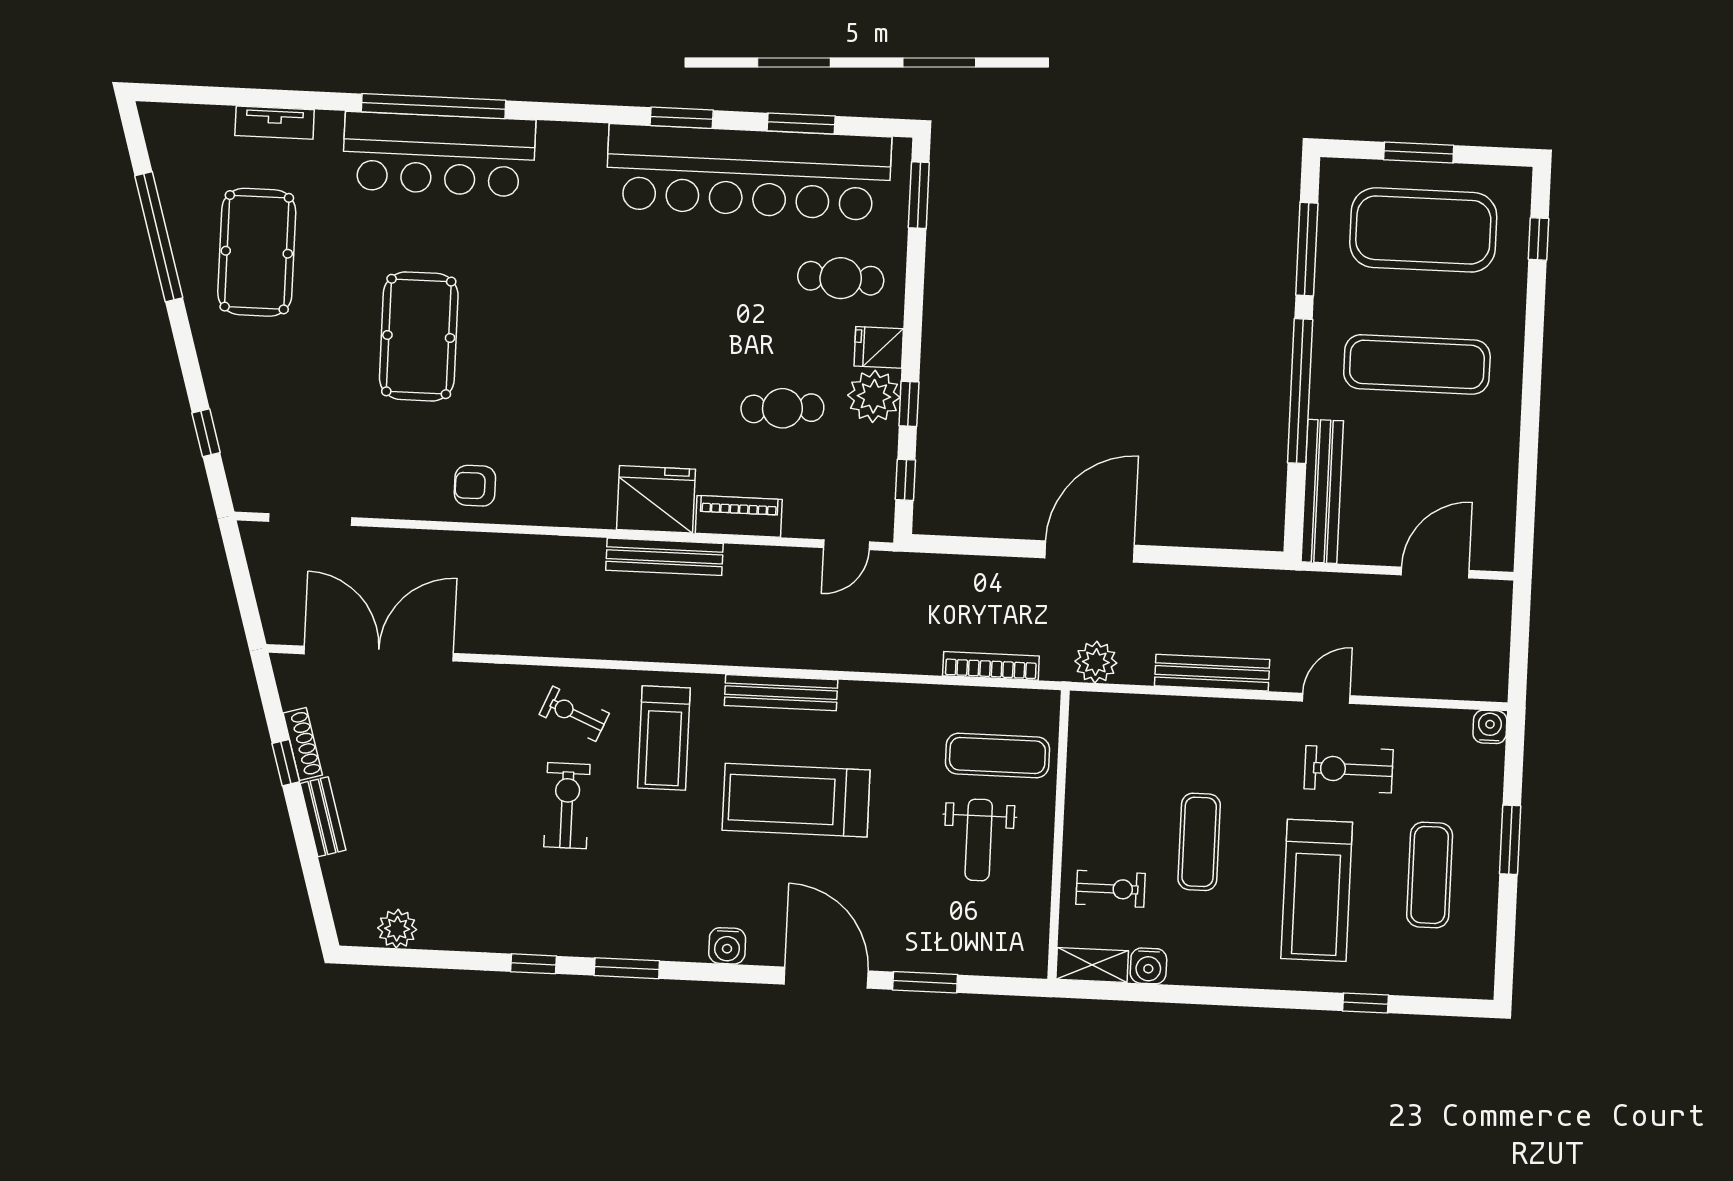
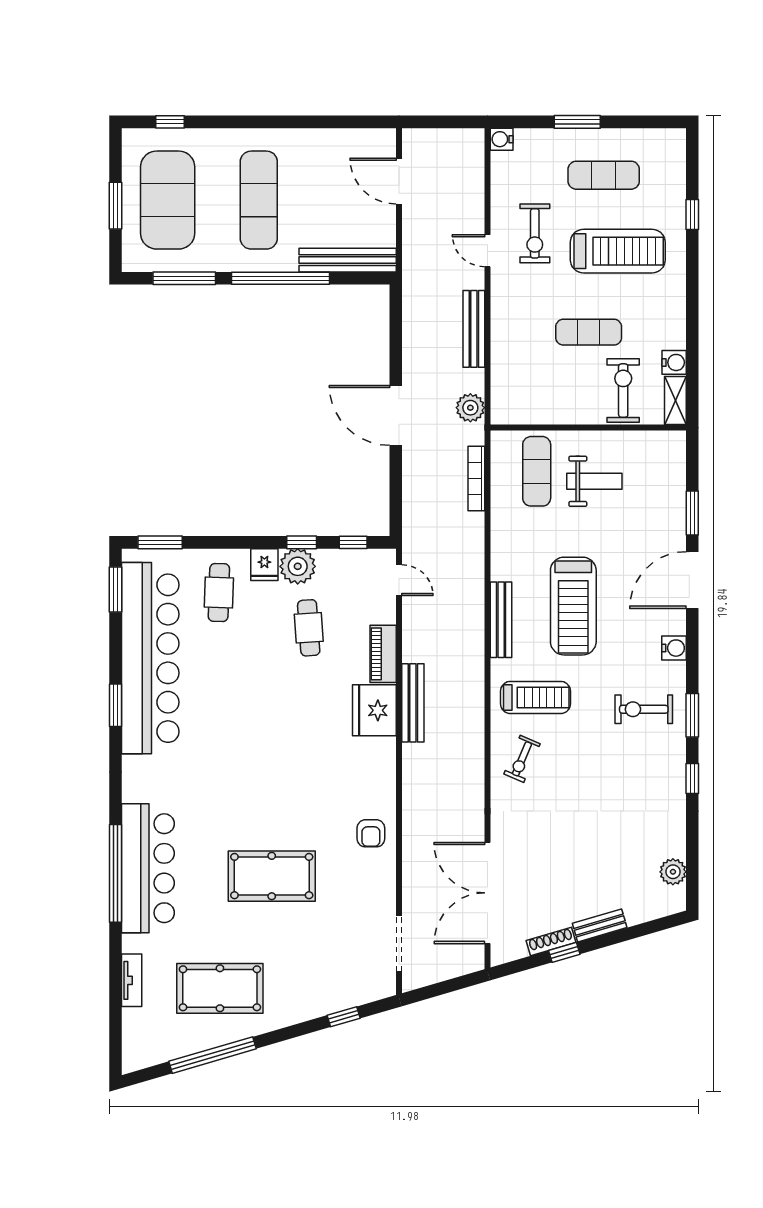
window: (801, 123) -> (115, 589), moved
exercise bike: (567, 806) -> (644, 709), moved
exercise bike: (1111, 889) -> (623, 391), width x1.38, depth x1.39

